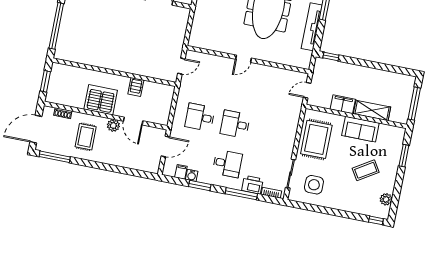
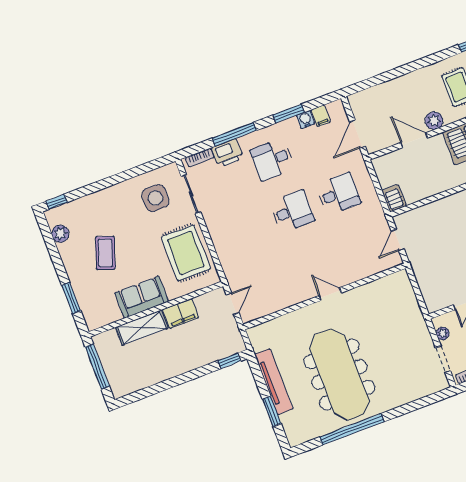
door: (244, 59) -> (330, 294), hinge flipped
server rack: (136, 87) -> (394, 198), moved
coffee table: (366, 170) -> (105, 253), turned -39

